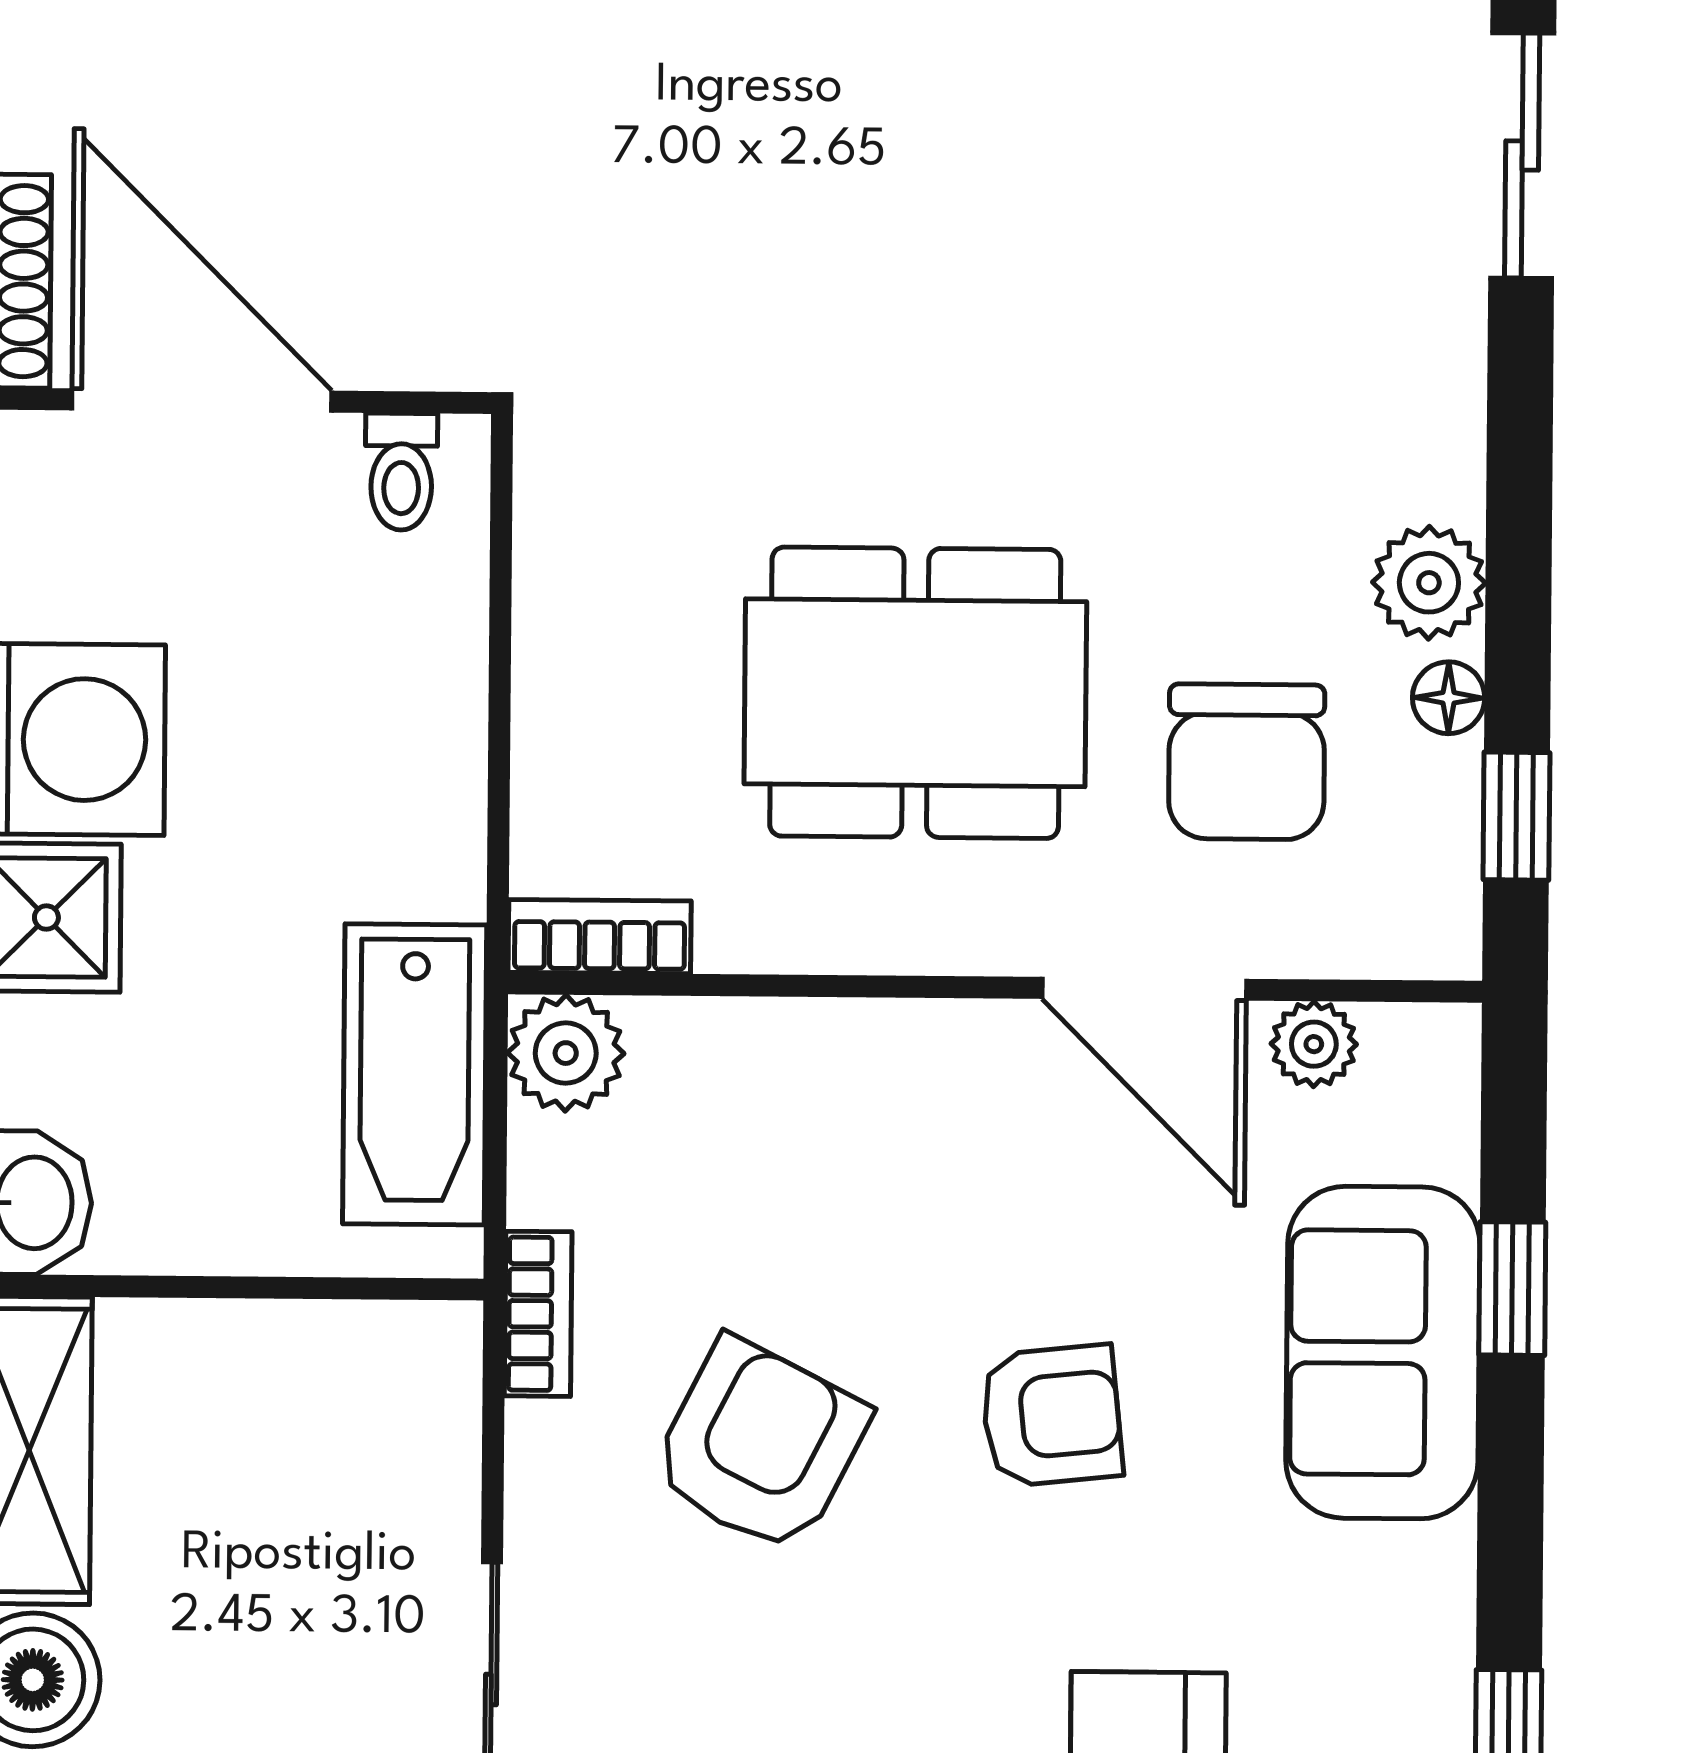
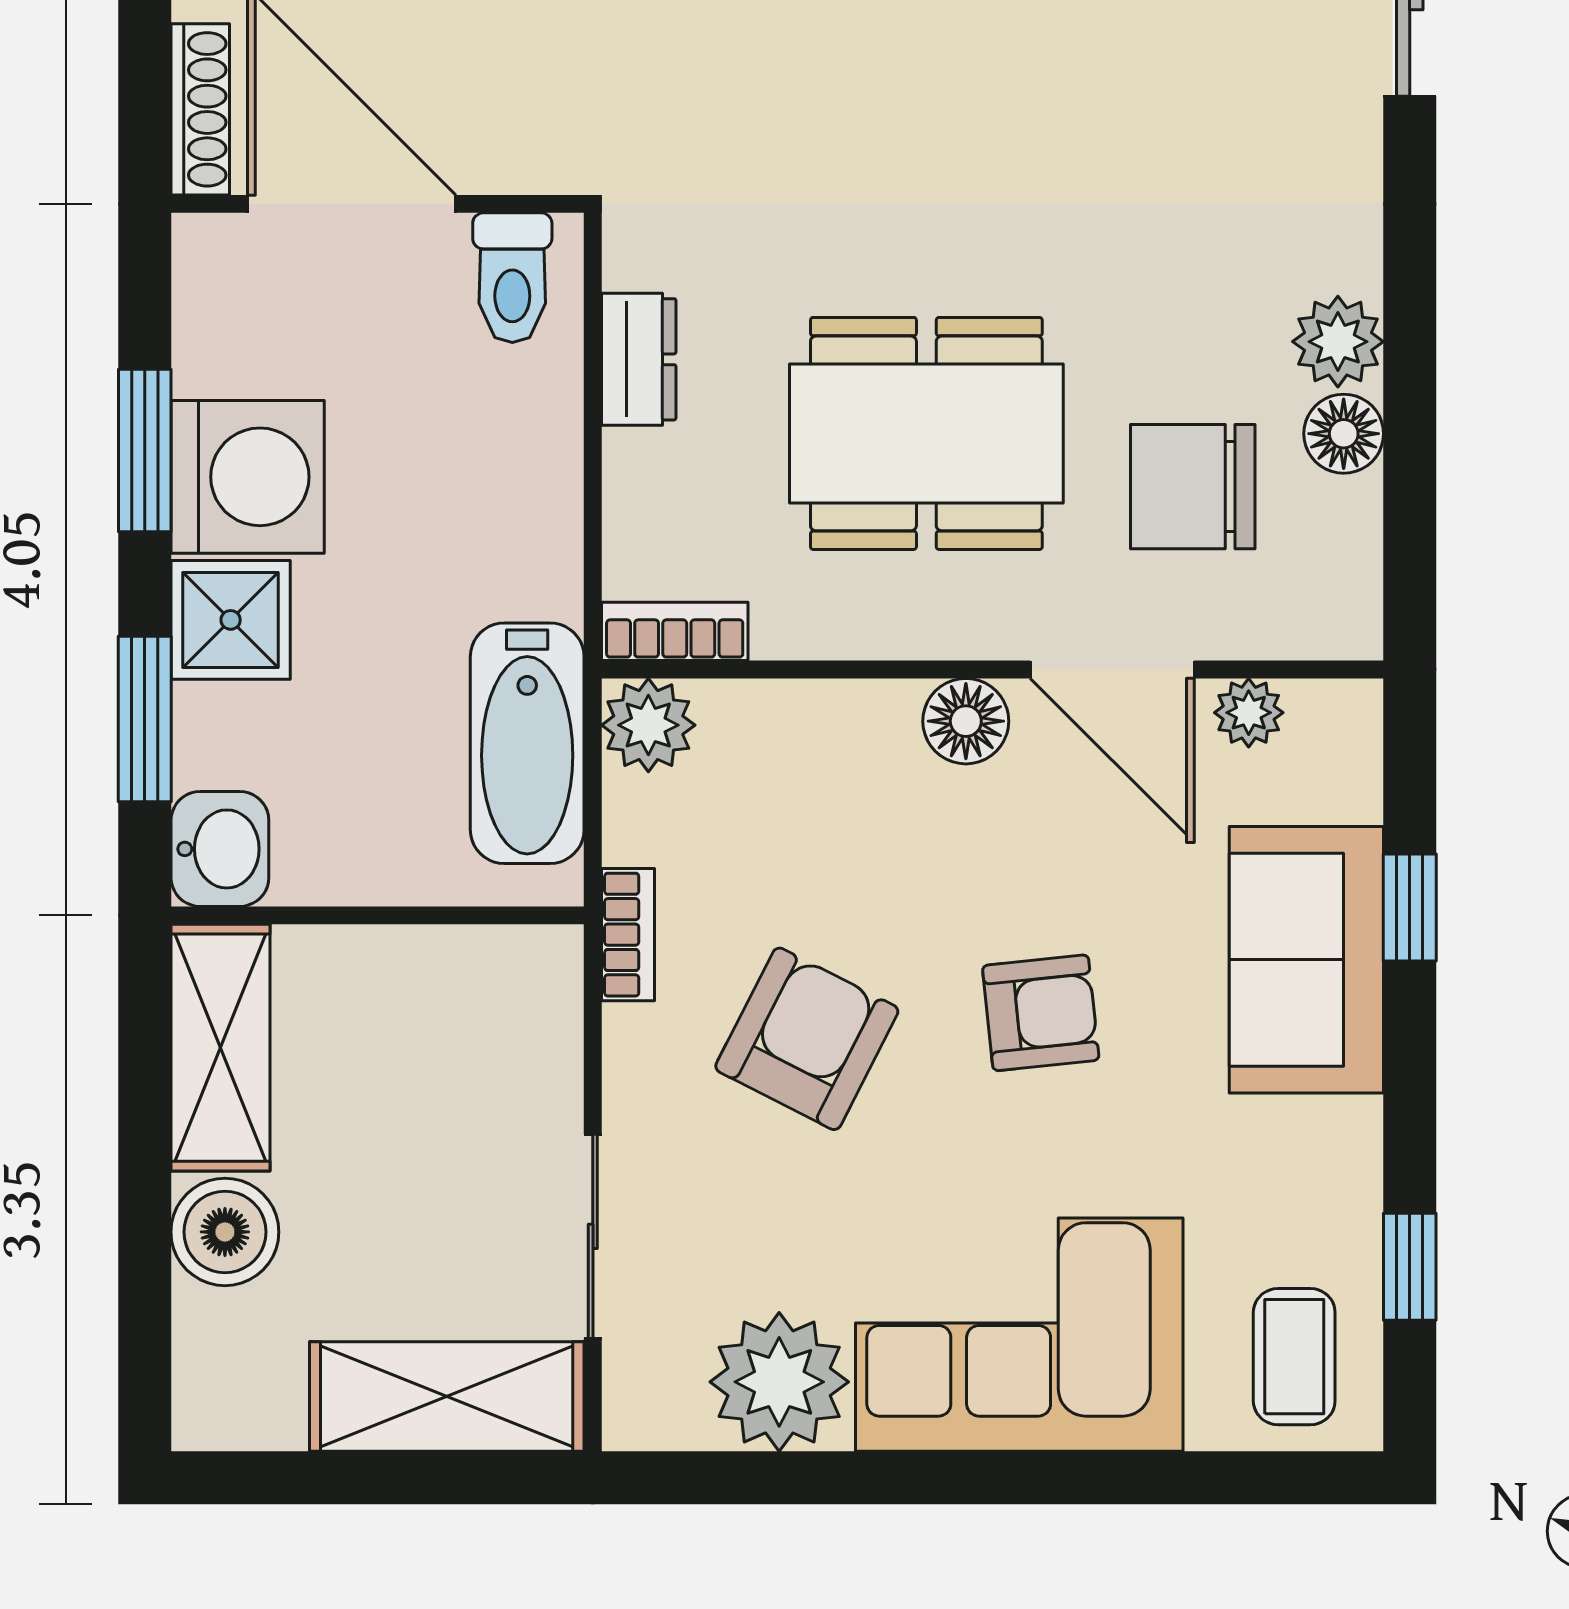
toilet: (401, 472) -> (512, 278), width x1.37, depth x1.39
dresser: (558, 597) -> (639, 359), added
floor lamp: (1449, 698) -> (1344, 434), width x1.37, depth x1.37
chair: (1247, 762) -> (1193, 487), turned 90
window: (1516, 816) -> (1410, 528), removed
floor lamp: (961, 1052) -> (966, 721), added

